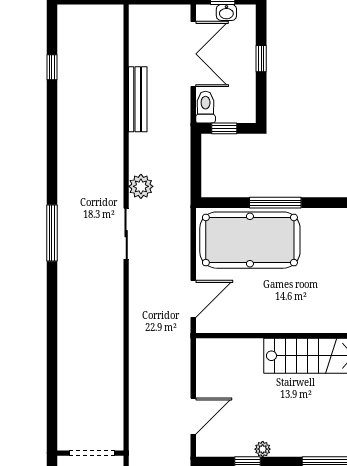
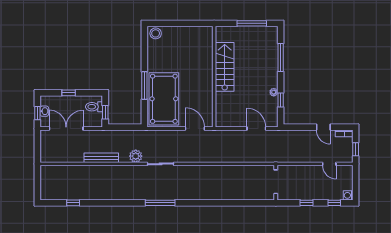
bench: (138, 99) -> (101, 158), moved
toilet: (206, 107) -> (94, 107), moved

